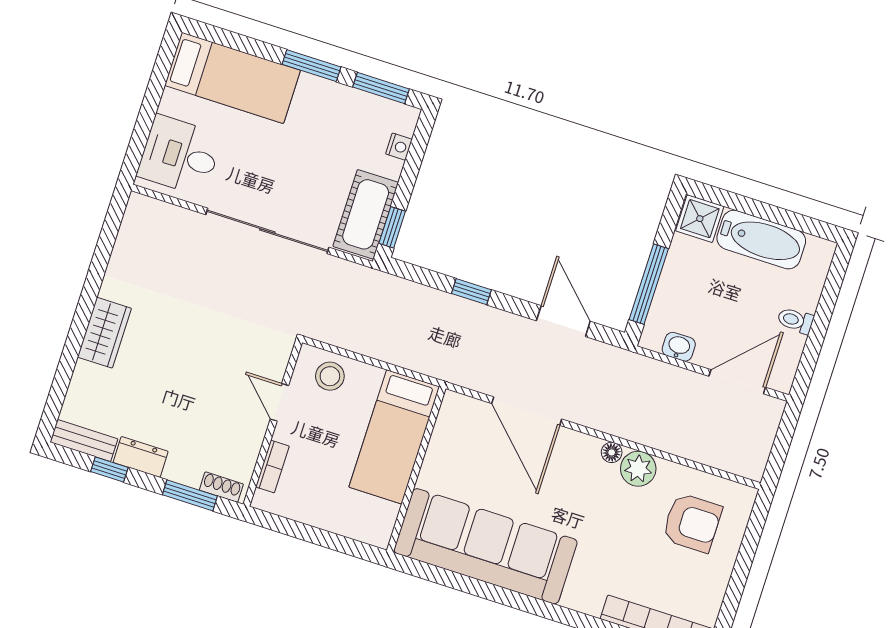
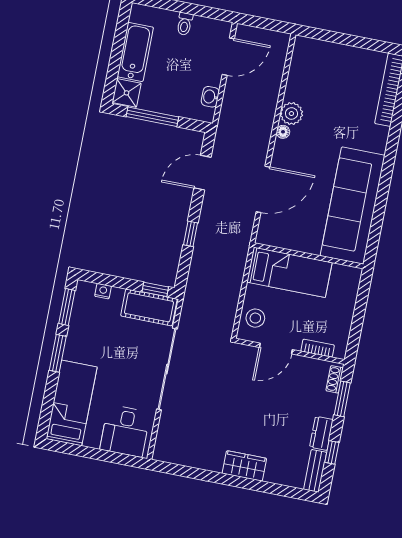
window: (649, 284) -> (152, 117), moved
door: (737, 382) -> (228, 57), swing flipped
door: (279, 402) -> (276, 348), width x1.37
armchair: (692, 523) -> (322, 75), removed

